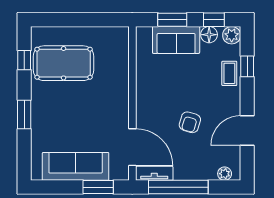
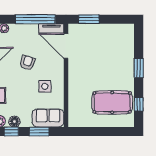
sofa: (176, 40) -> (48, 118), moved
side table: (164, 87) -> (45, 86), added
sofa: (76, 166) -> (104, 33), removed

